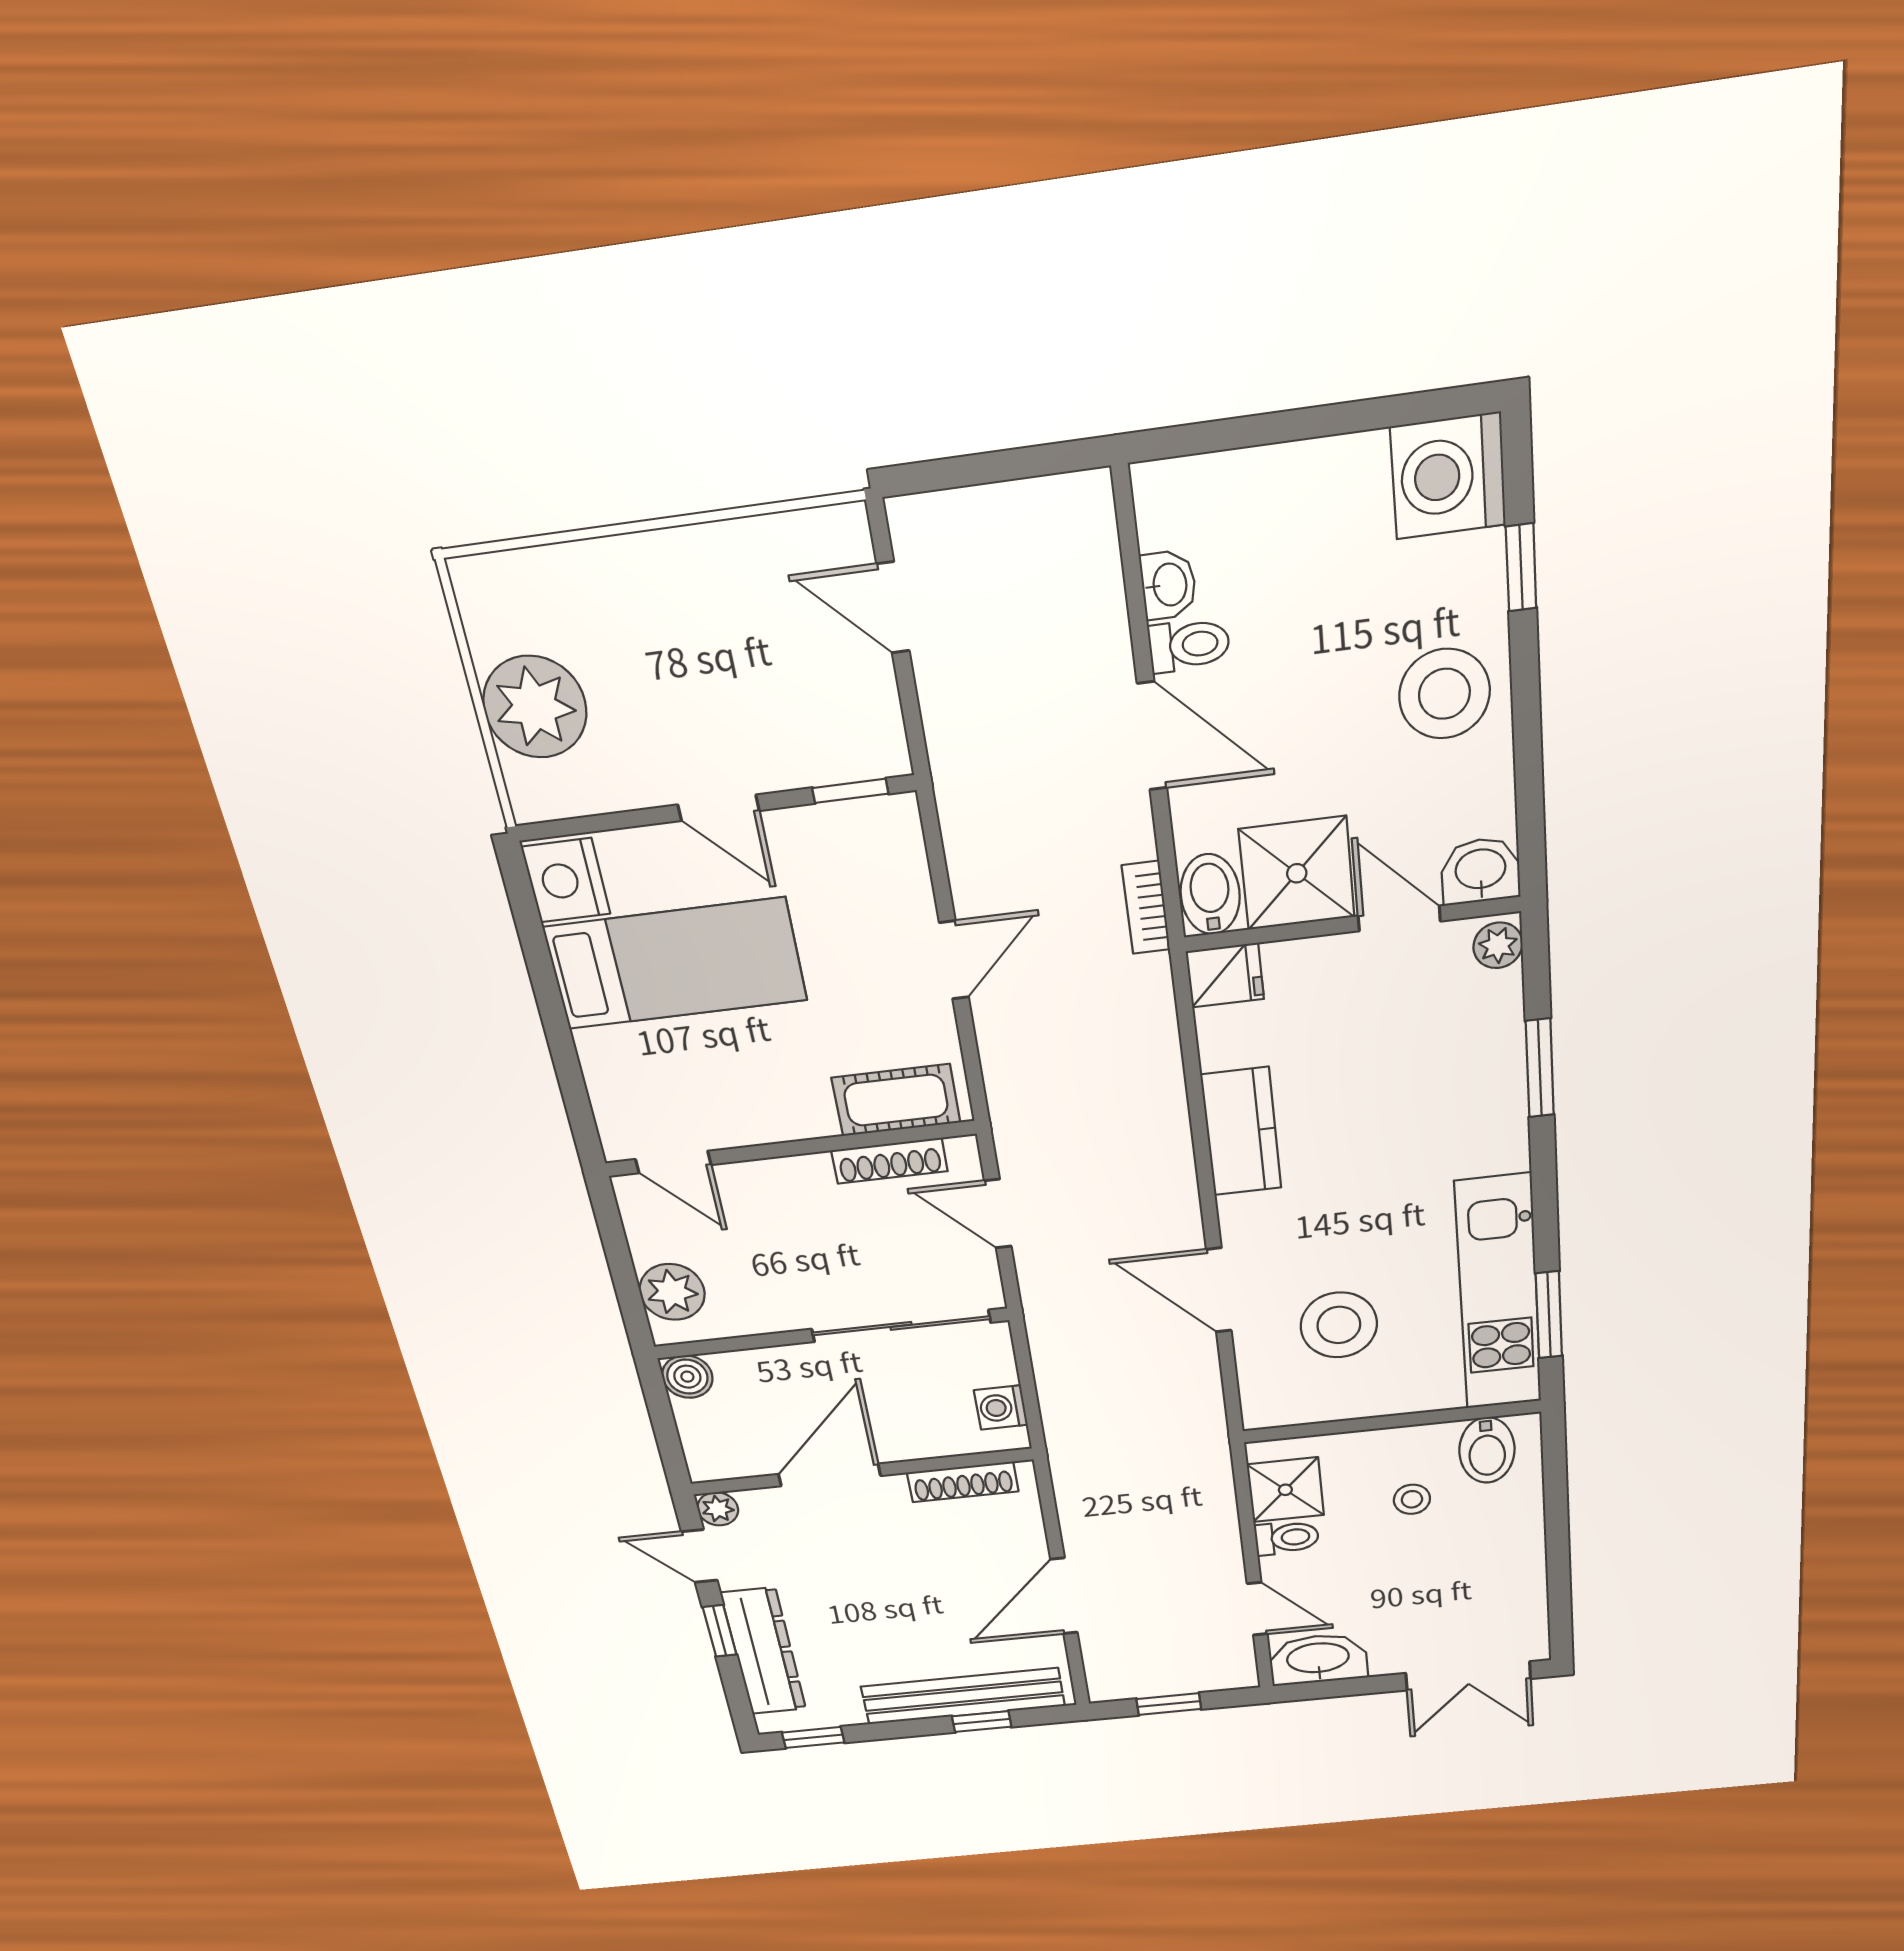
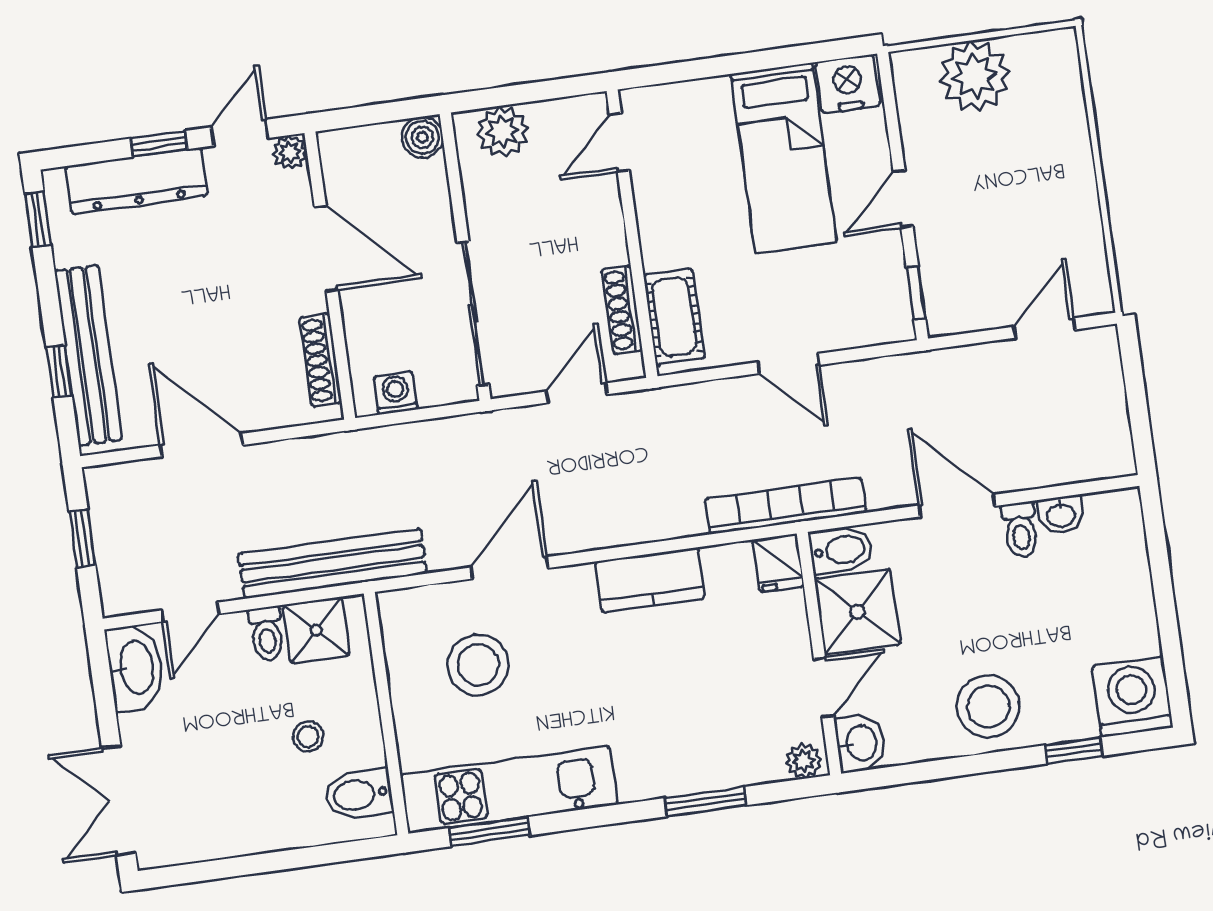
door: (1152, 736) -> (957, 506), swing flipped
bookcase: (1146, 908) -> (785, 506), width x2.31, depth x1.31
bench: (1206, 1473) -> (333, 564), added

